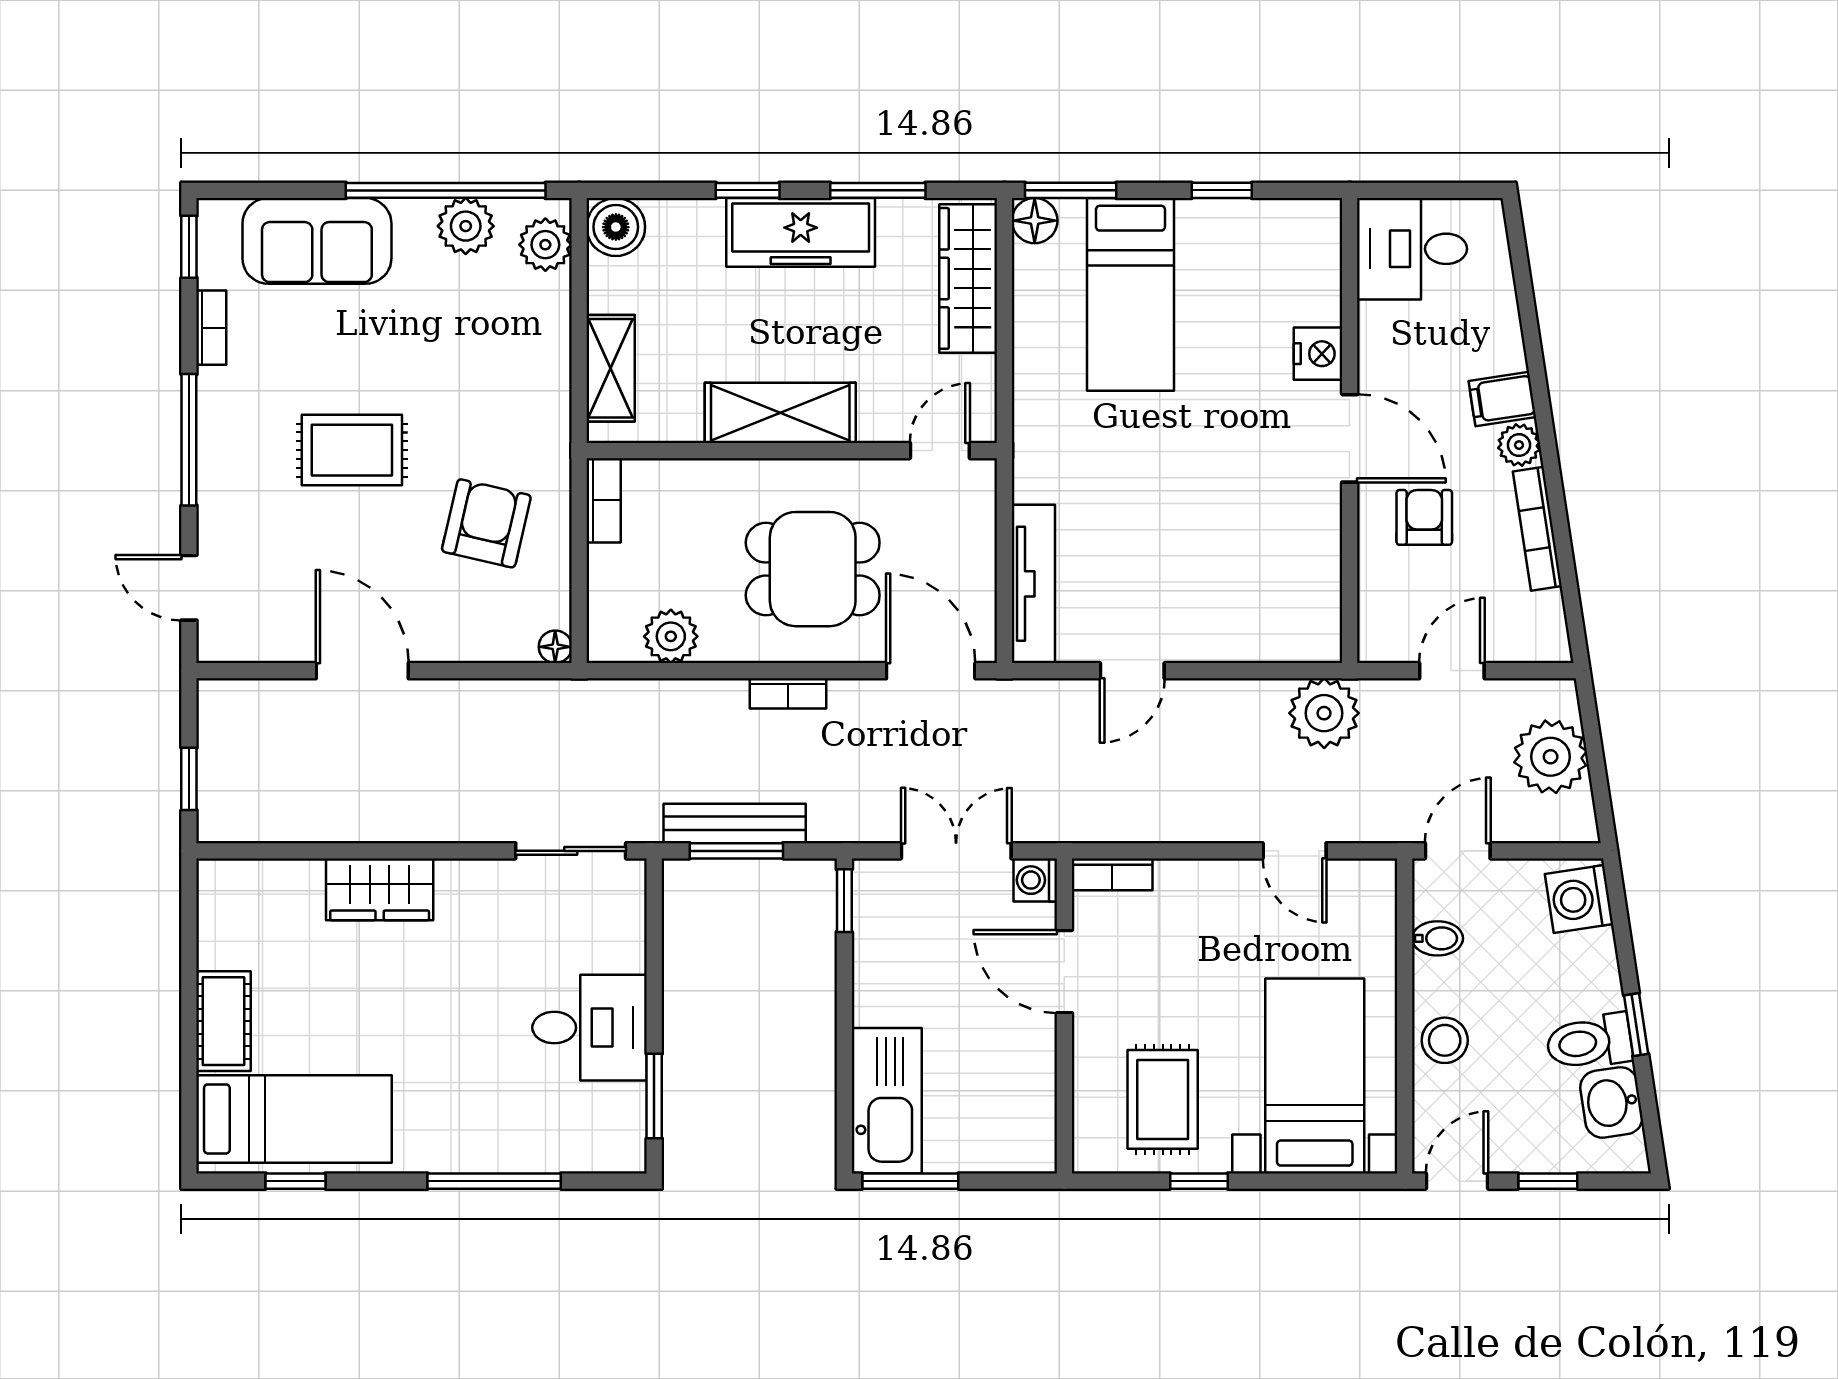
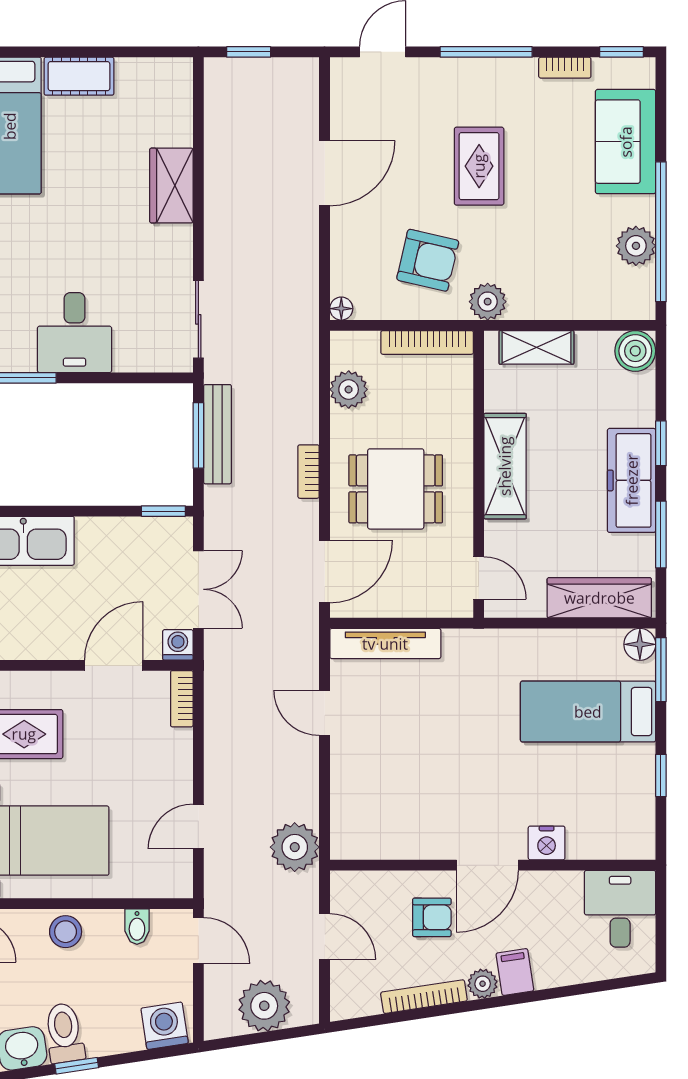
plant: (545, 245) -> (488, 302), moved
bookcase: (604, 500) -> (427, 342), width x1.56
dining table: (813, 569) -> (396, 489), turned 90

